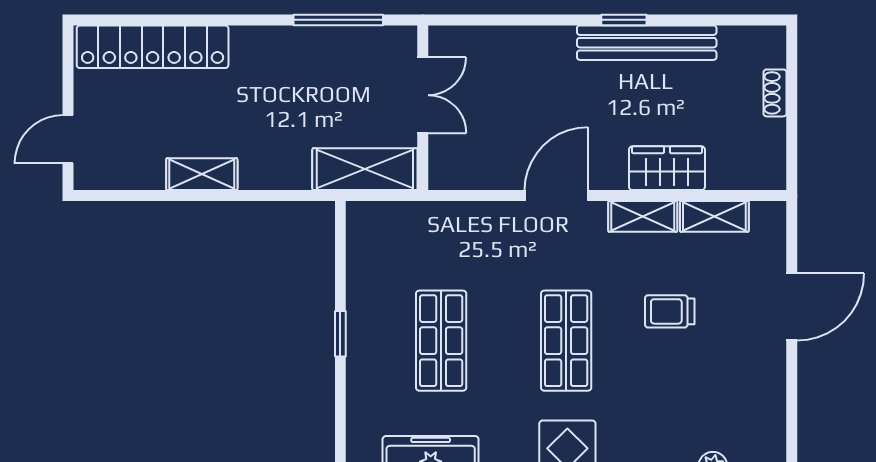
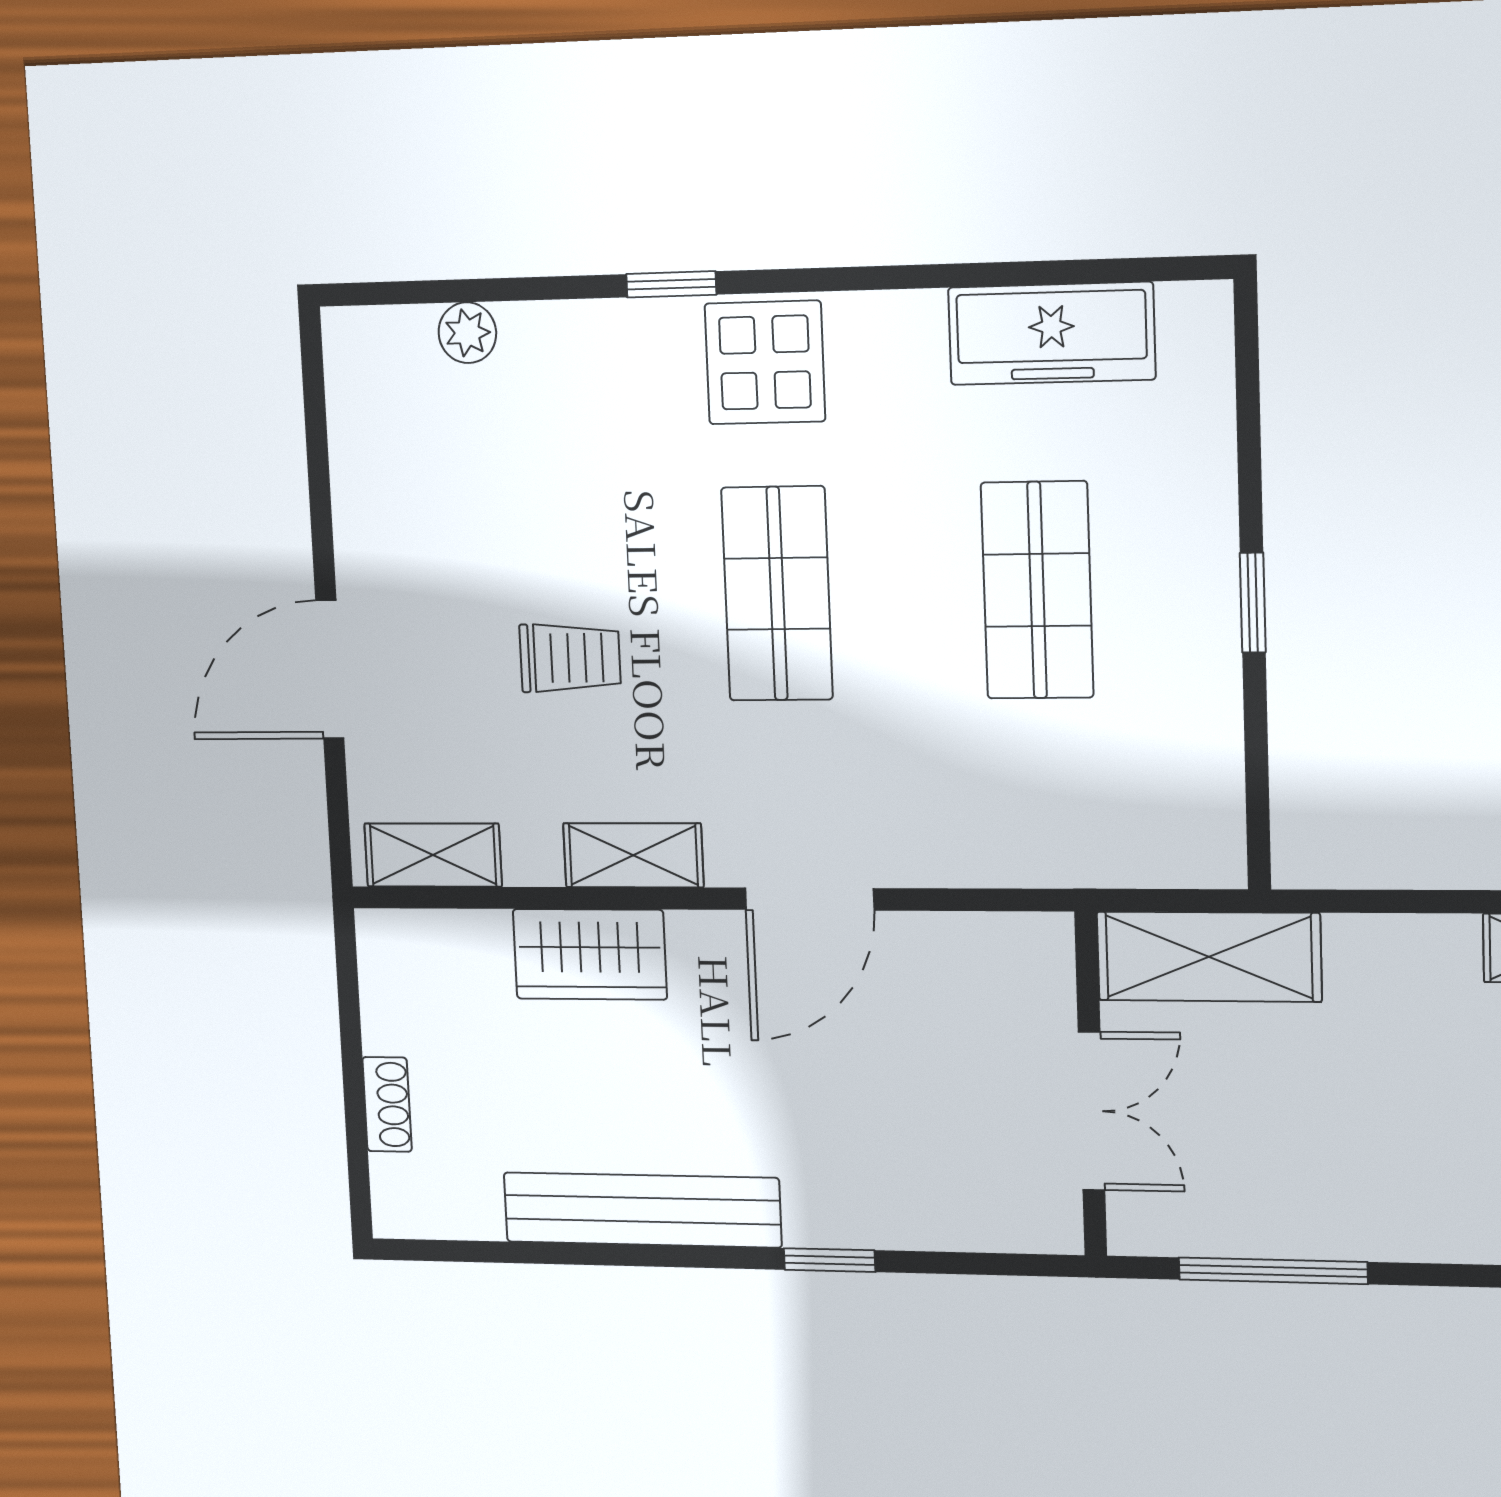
window: (624, 20) -> (830, 1260), moved
double door: (423, 95) -> (1092, 1111), swing flipped
shelving: (714, 216) -> (433, 855), moved

